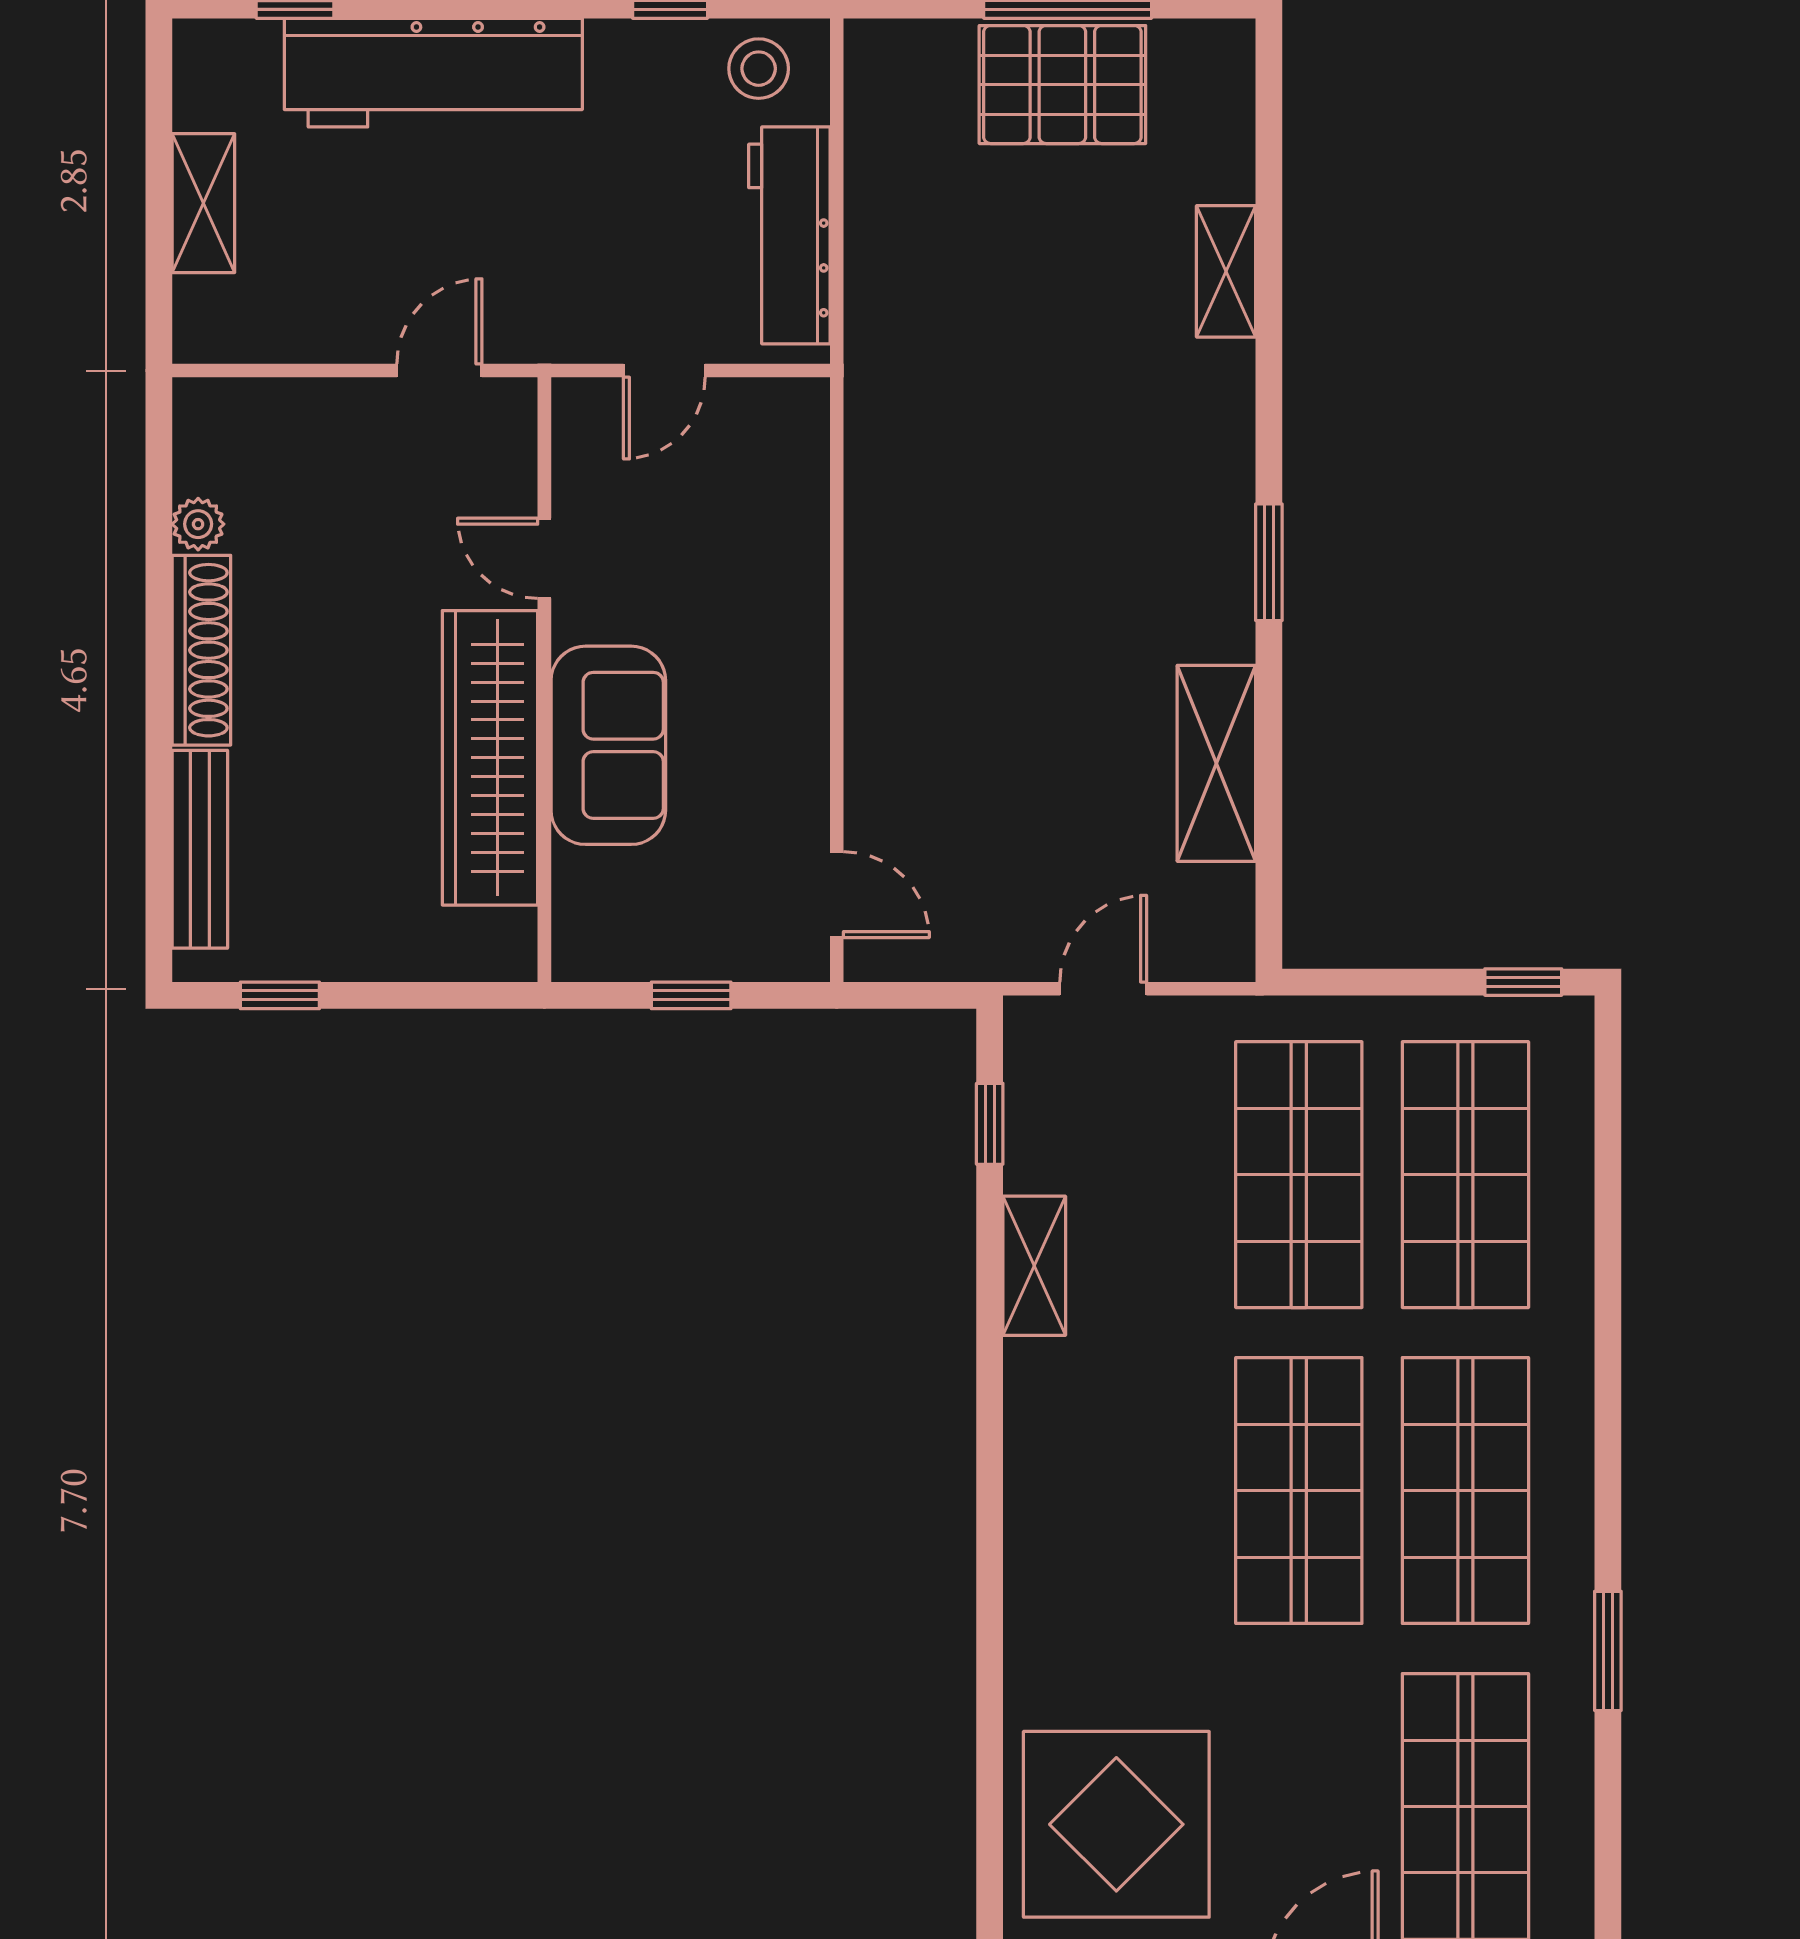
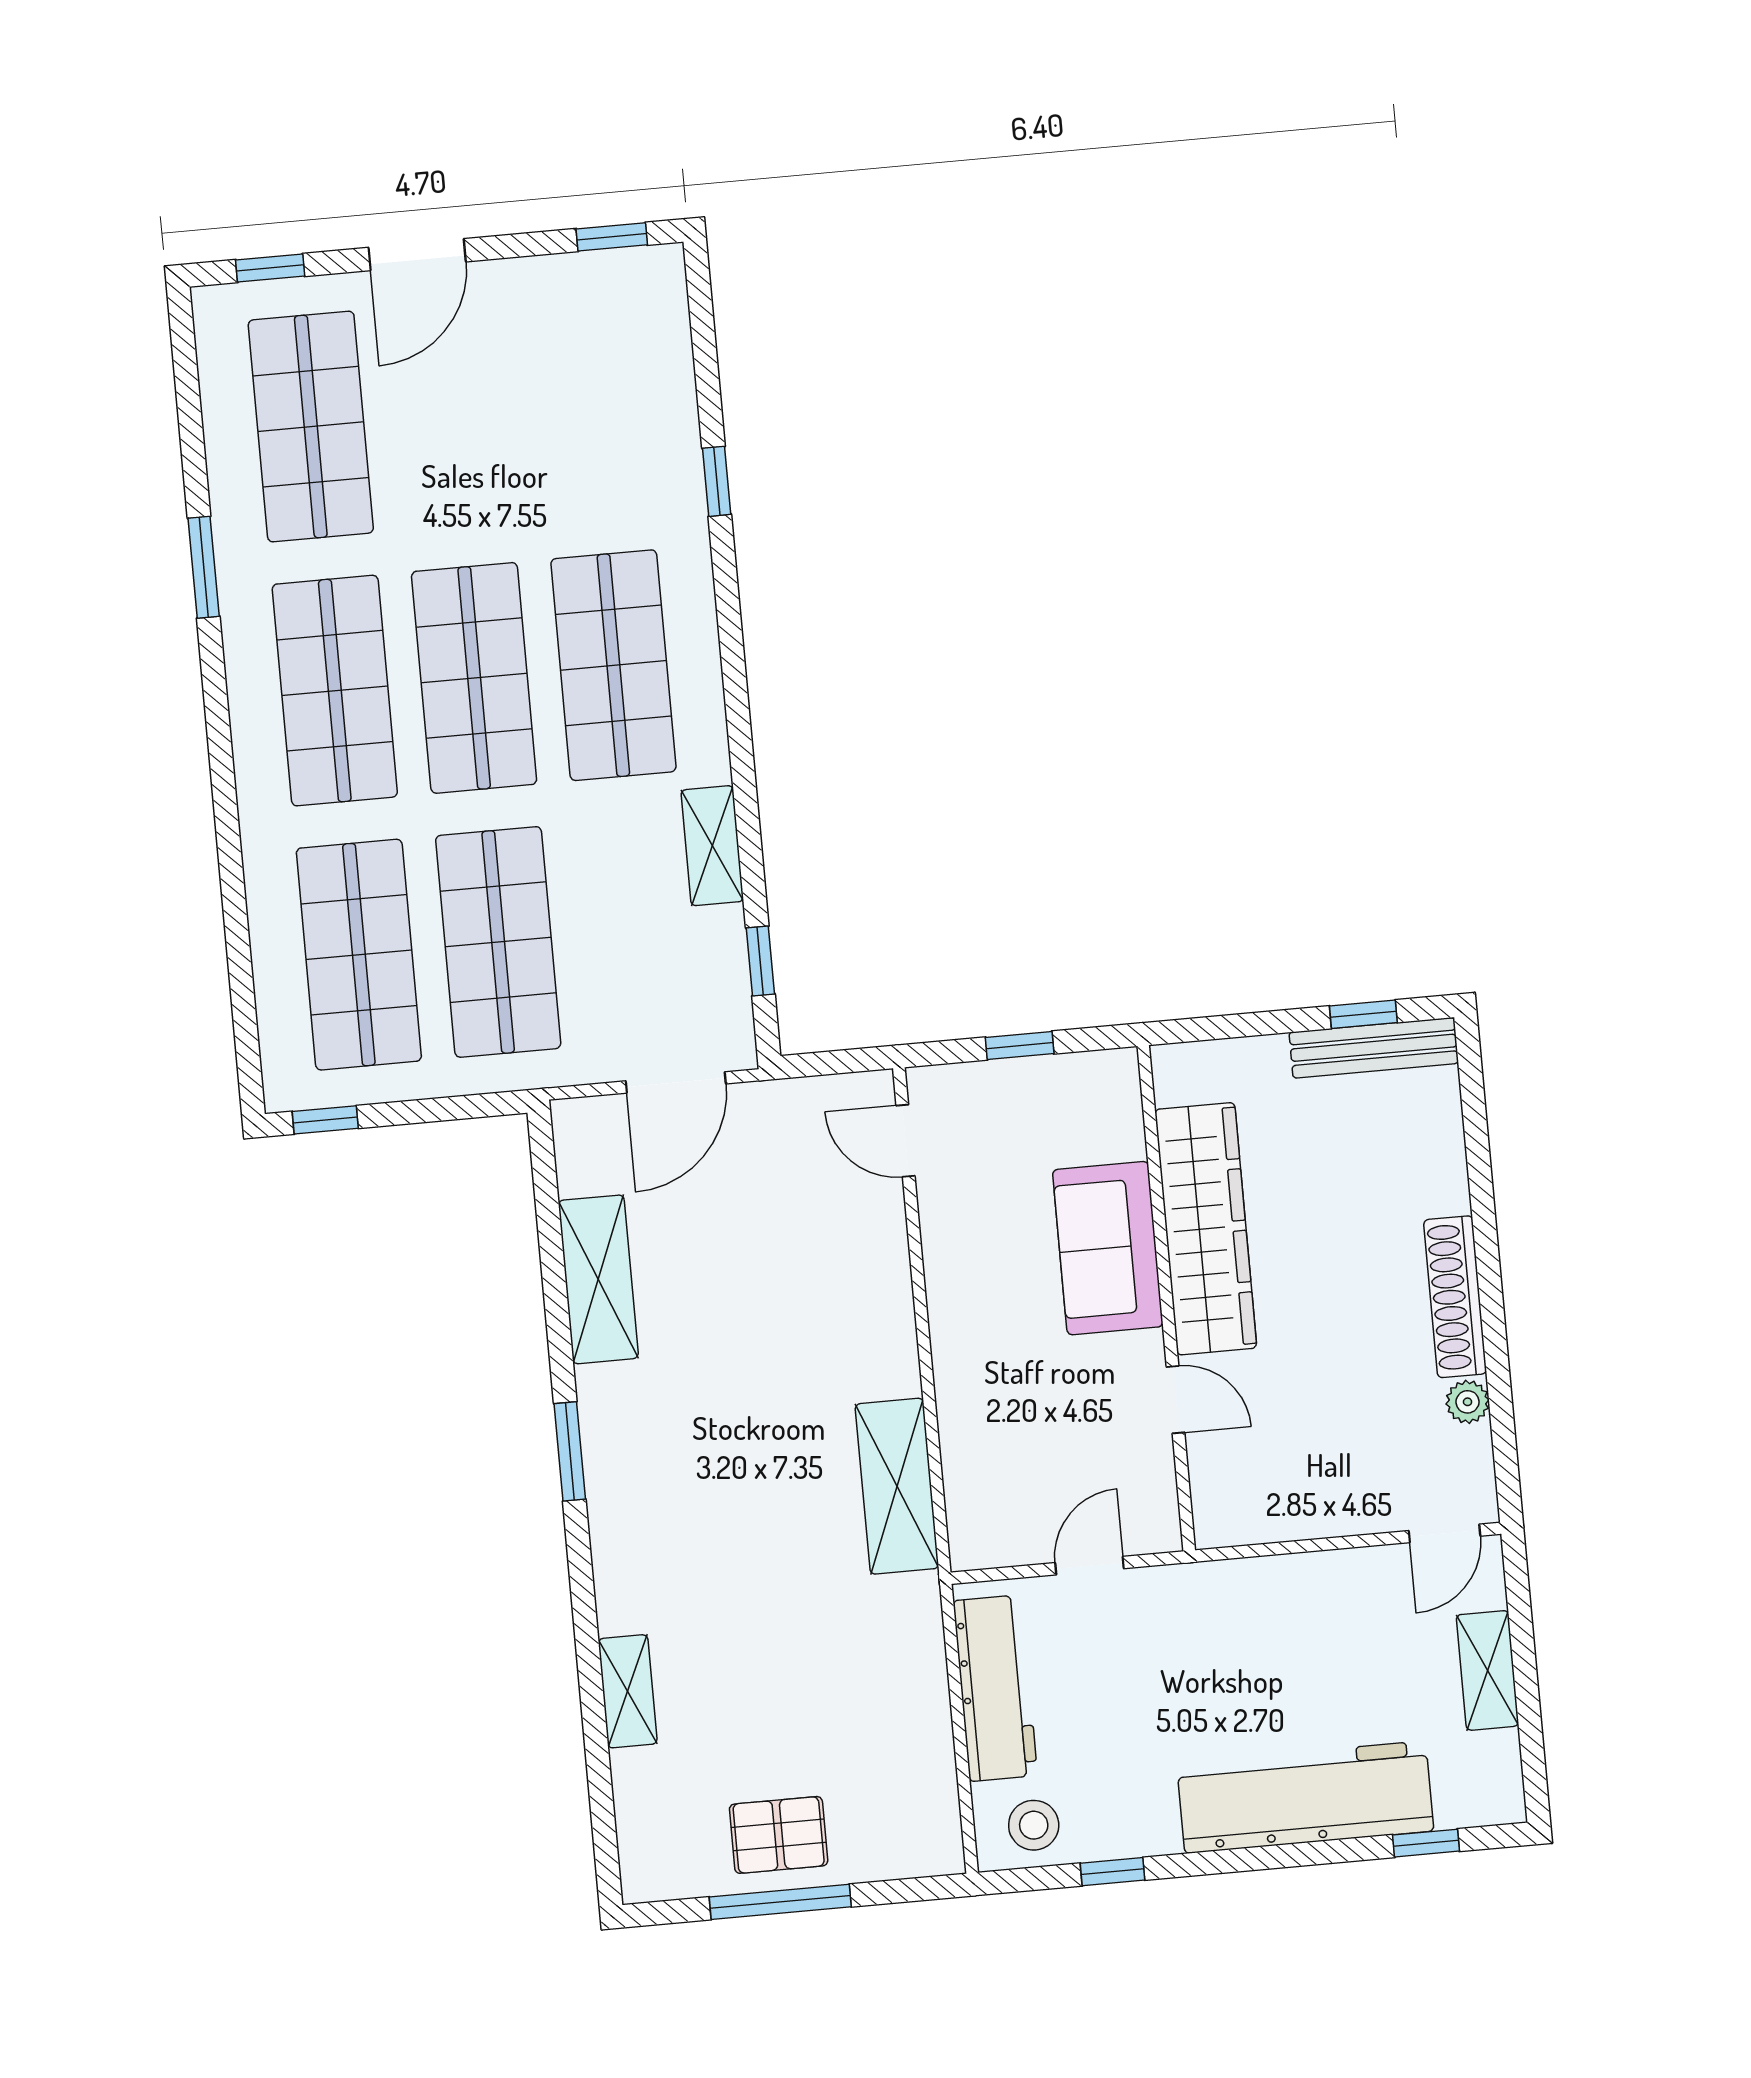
pallet: (1062, 85) -> (779, 1835), width x0.67, depth x0.71
door: (439, 371) -> (1445, 1533), moved
shelving: (884, 486) -> (897, 1486), added
bench: (200, 849) -> (1374, 1048), moved, turned 90
door: (1103, 989) -> (676, 1082), width x1.38
shop shelf: (1132, 1491) -> (613, 665), added
window: (990, 1698) -> (717, 481), added
display table: (1116, 1824) -> (601, 385), removed

